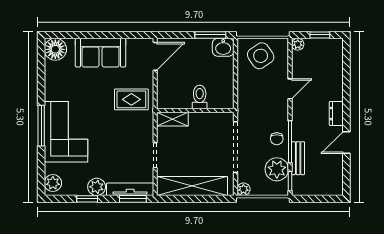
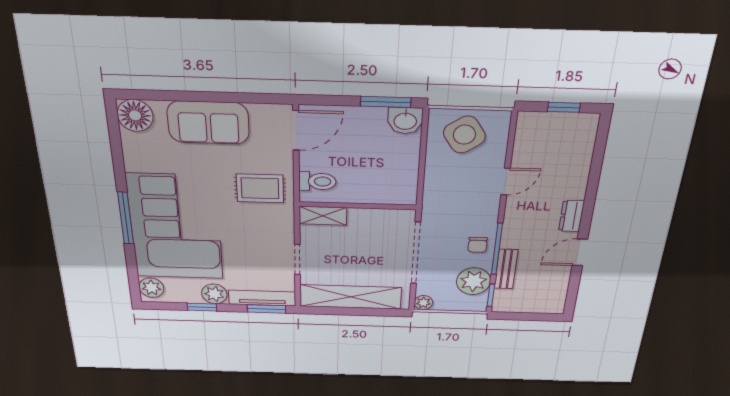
plant: (298, 44) -> (526, 120), removed
toilet: (200, 97) -> (317, 181), moved, turned 90
corner sofa: (66, 132) -> (175, 227), width x1.36, depth x1.36

